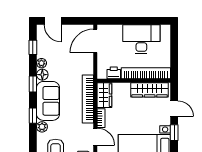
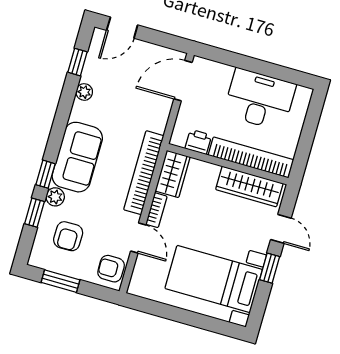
door: (53, 21) -> (122, 28), hinge flipped
floor lamp: (42, 75) -> (80, 111), removed
window: (33, 84) -> (35, 213), moved

